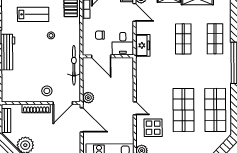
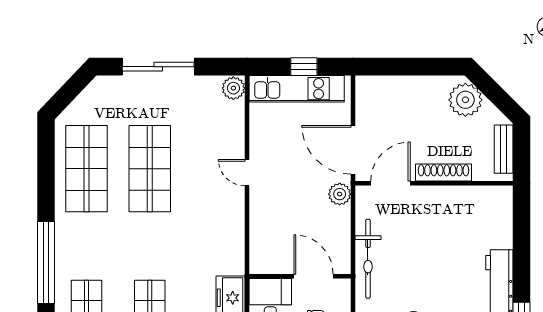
stool: (47, 91) -> (422, 208), removed
display table: (153, 128) -> (210, 134), removed

